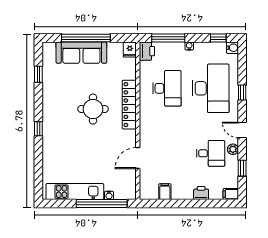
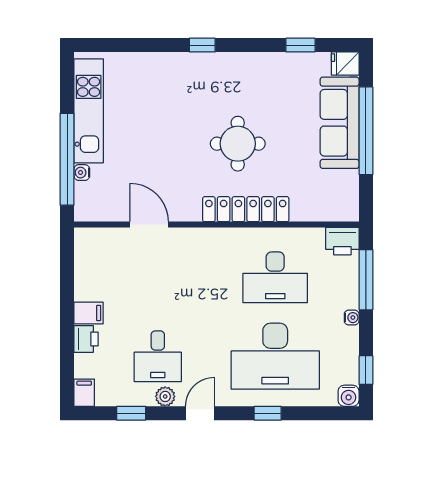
fridge: (130, 50) -> (345, 64), moved
filing cabinet: (165, 192) -> (89, 313), moved

